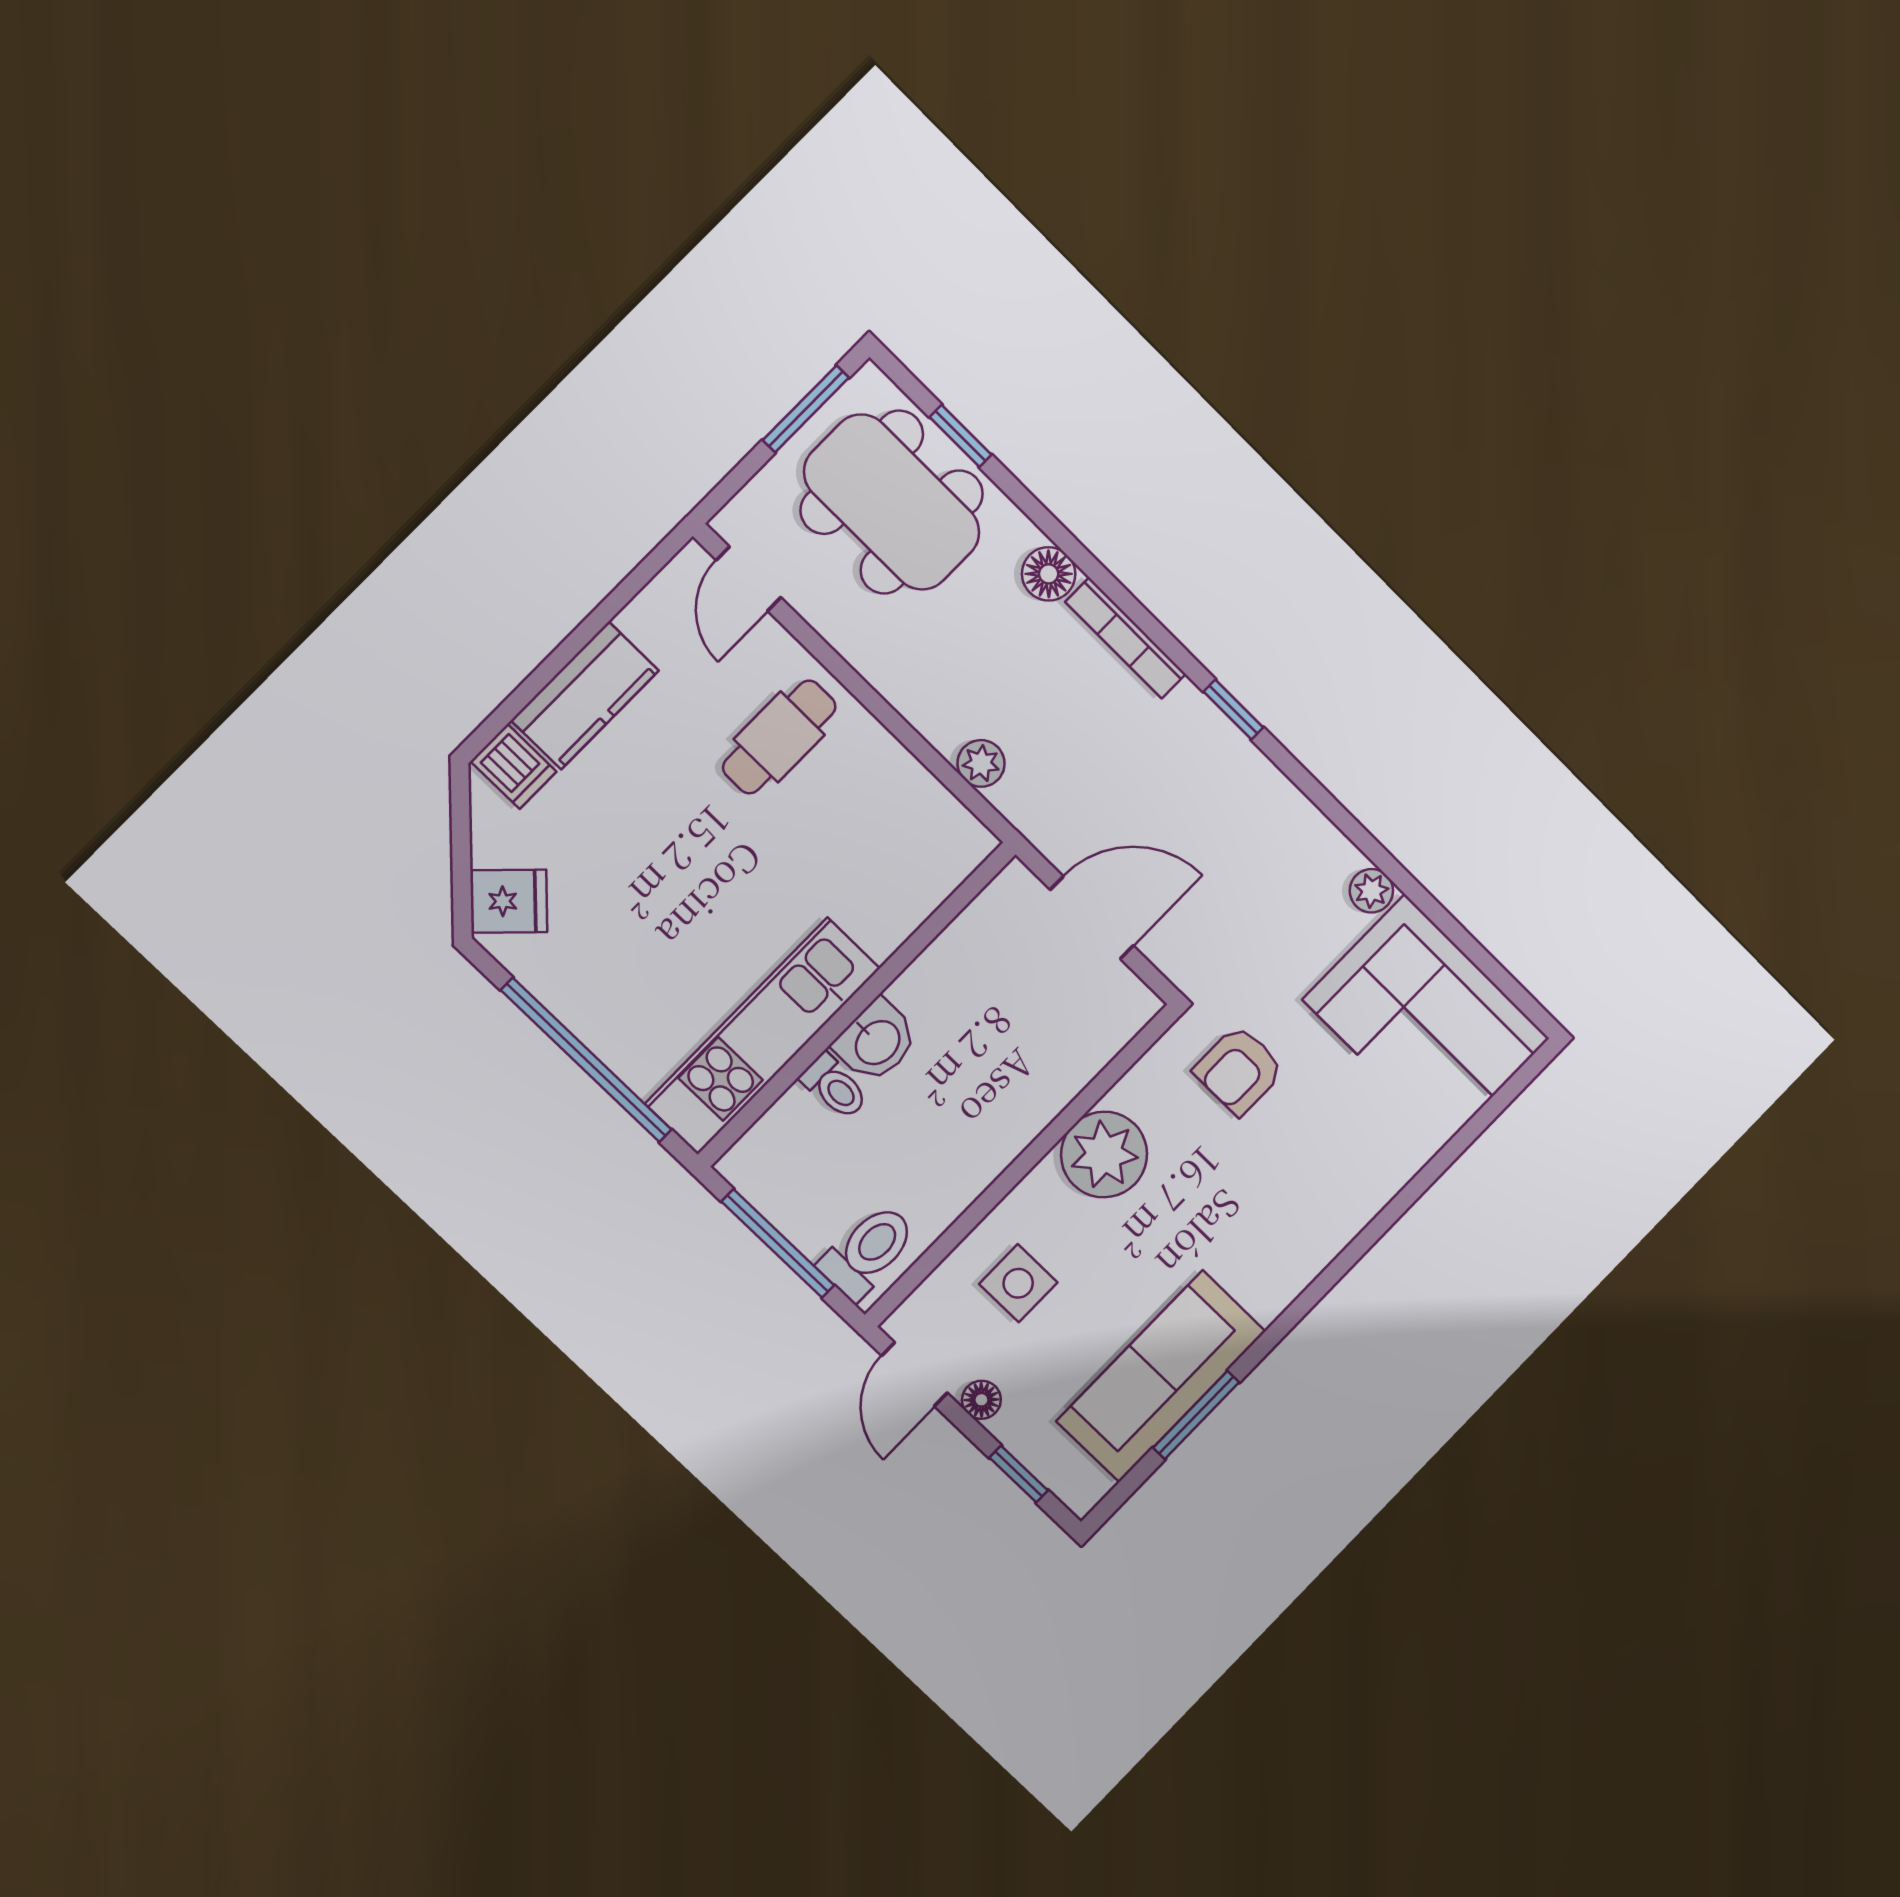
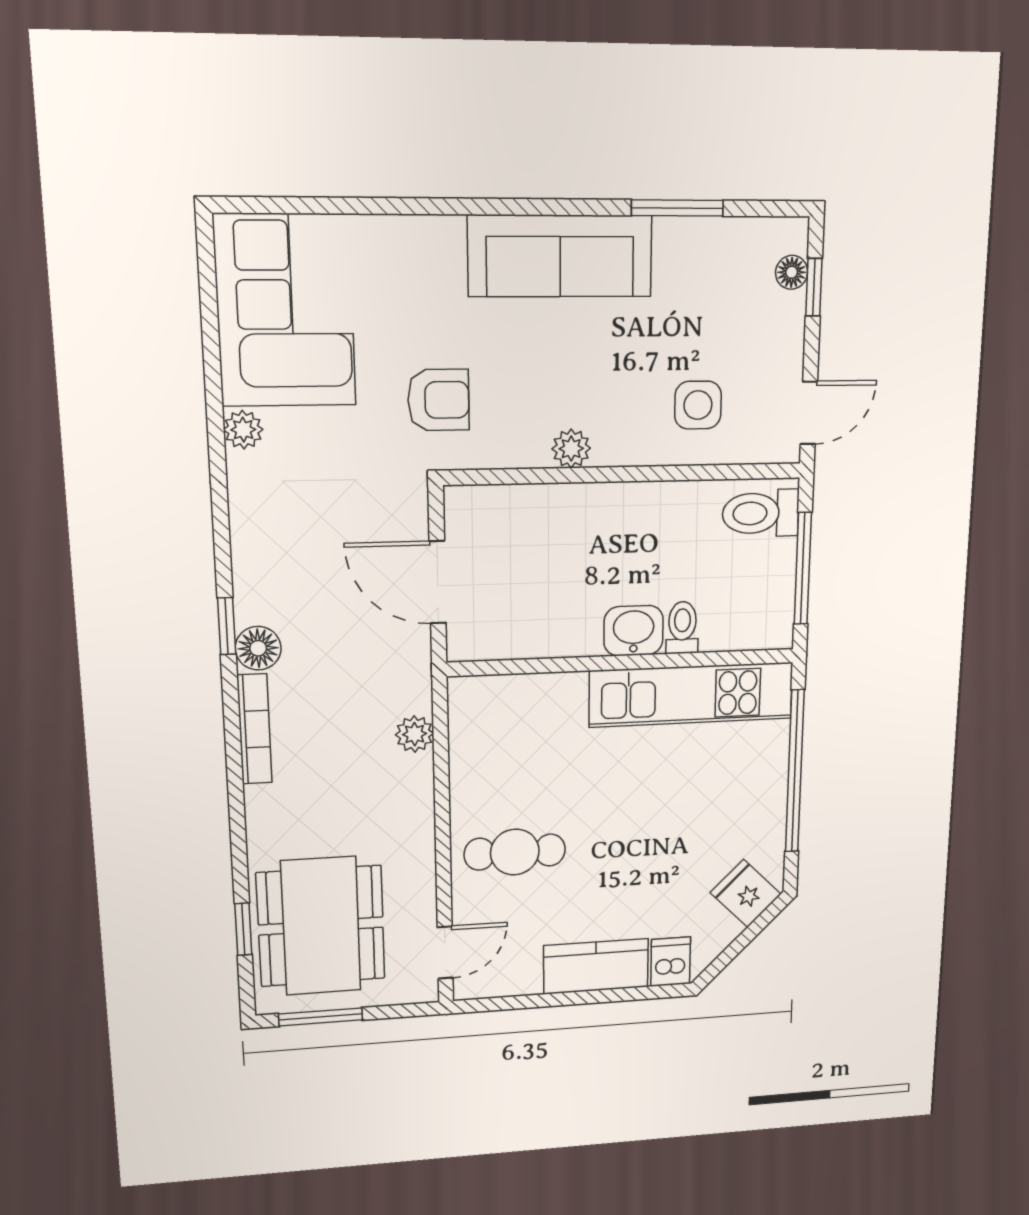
floor lamp: (1049, 574) -> (258, 648), moved
plant: (1104, 1155) -> (571, 449), width x0.53, depth x0.53
sofa: (1161, 1376) -> (560, 256), moved
floor lamp: (981, 1400) -> (792, 272), moved

